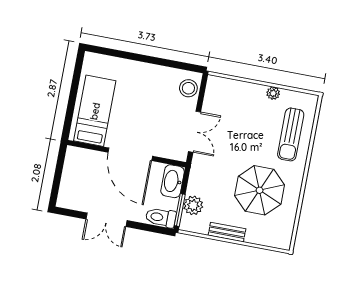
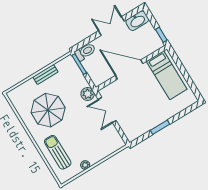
window: (154, 60) -> (160, 127), added
stool: (188, 88) -> (130, 129), removed
window: (61, 161) -> (161, 35), added
washbasin: (173, 181) -> (137, 21), moved, turned 90
plant: (193, 205) -> (88, 94), moved

